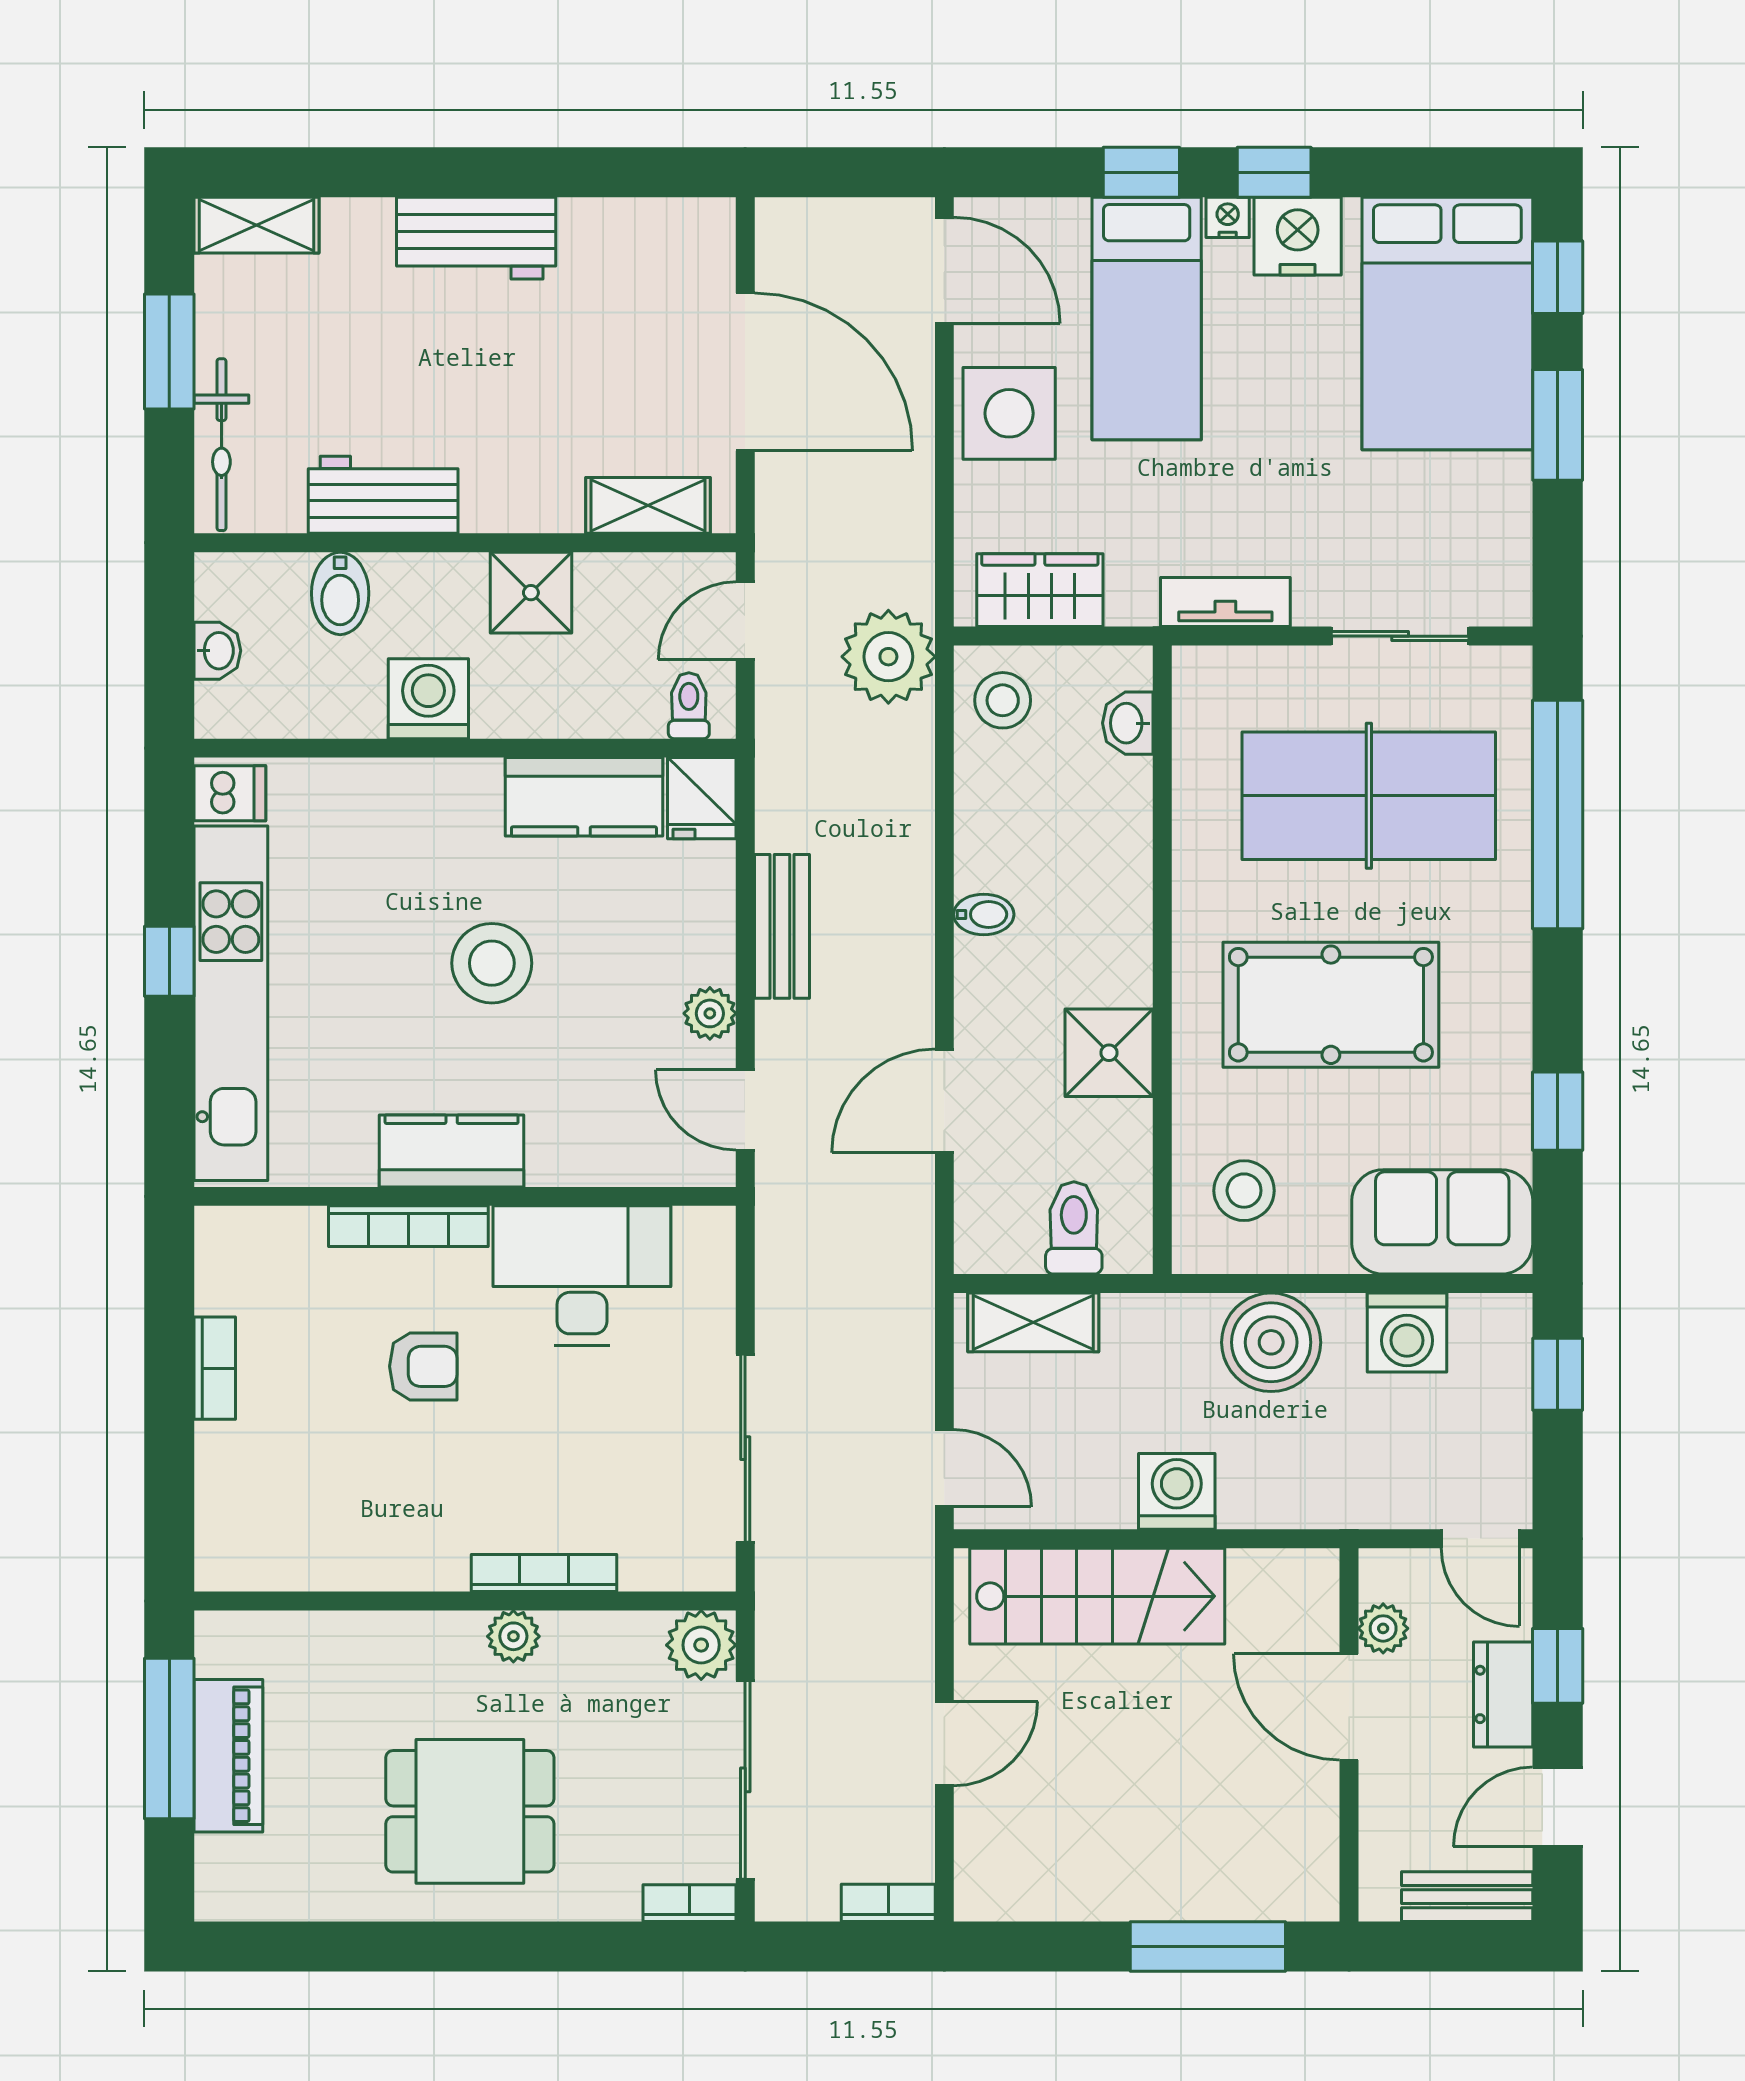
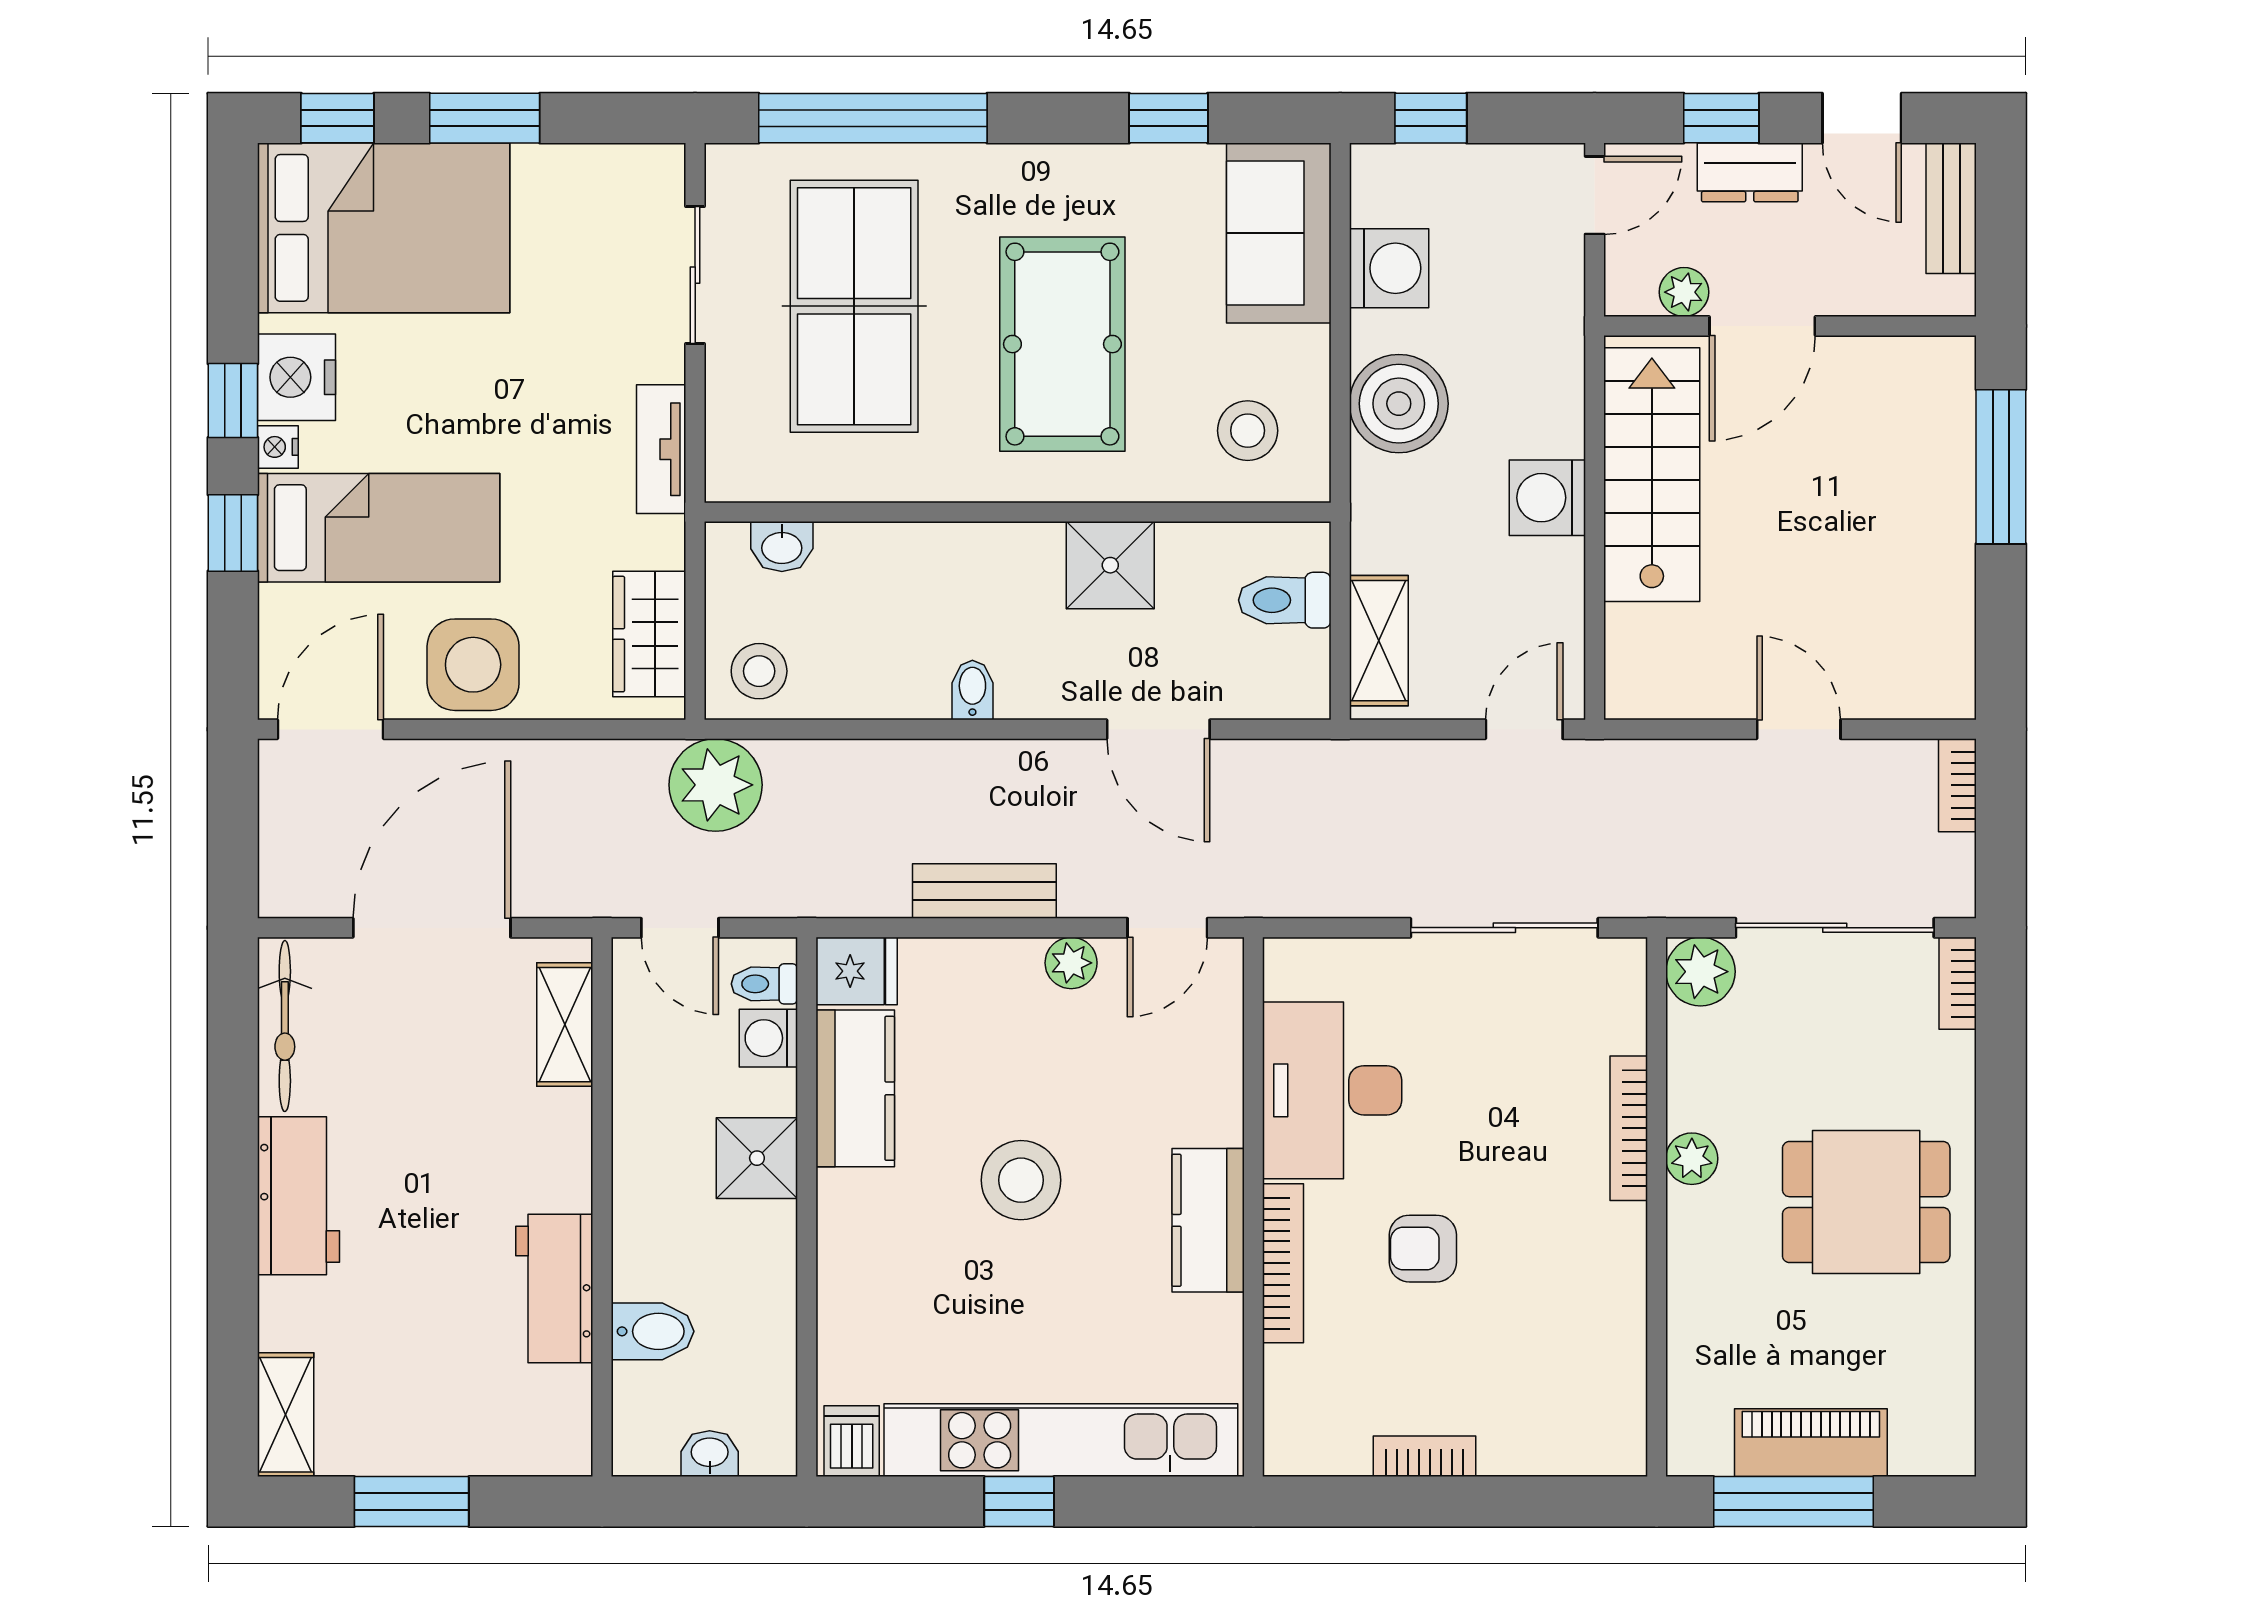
bicycle: (221, 445) -> (285, 1026), moved, turned 90
shower: (531, 593) -> (757, 1158), moved
washing machine: (428, 699) -> (768, 1038), moved, width x0.73, depth x0.73
armchair: (423, 1366) -> (1423, 1249), turned -90
stairs: (1097, 1596) -> (1652, 475), moved
dining table: (470, 1811) -> (1866, 1202), turned 90

